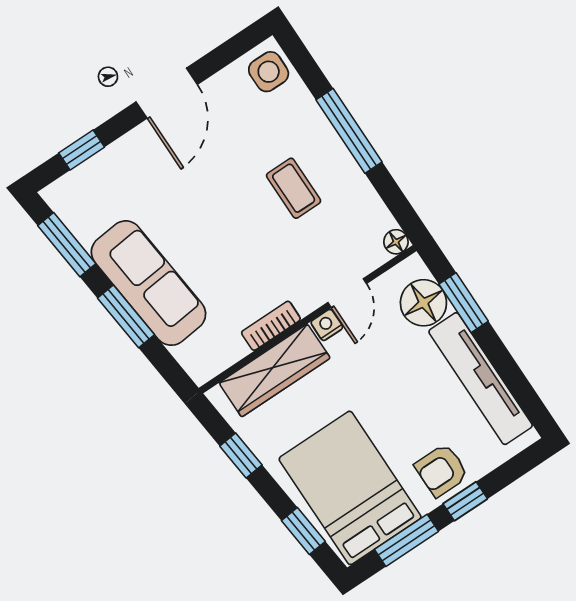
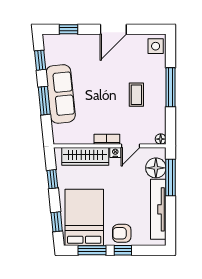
window: (67, 245) -> (40, 60), width x0.67
window: (464, 303) -> (170, 178), width x1.44
bookcase: (271, 326) -> (107, 139), moved

